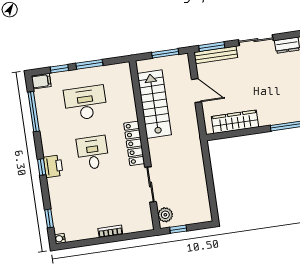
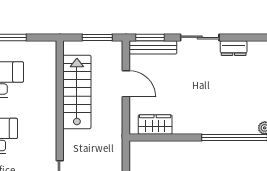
wardrobe: (235, 122) -> (155, 124), width x0.67
locker: (134, 143) -> (48, 132), removed

